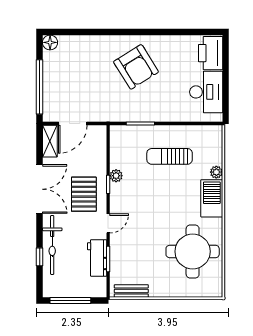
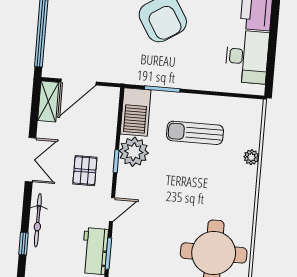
plant: (116, 176) -> (134, 152), width x1.87, depth x1.87
double door: (40, 189) -> (31, 160), width x0.73
pallet: (84, 194) -> (85, 171), width x0.67, depth x0.71
barbecue: (212, 198) -> (136, 112), moved, turned 180
bicycle: (52, 245) -> (38, 220), width x0.73, depth x0.71

